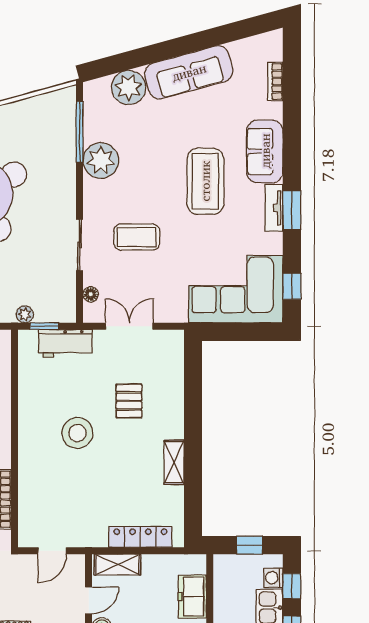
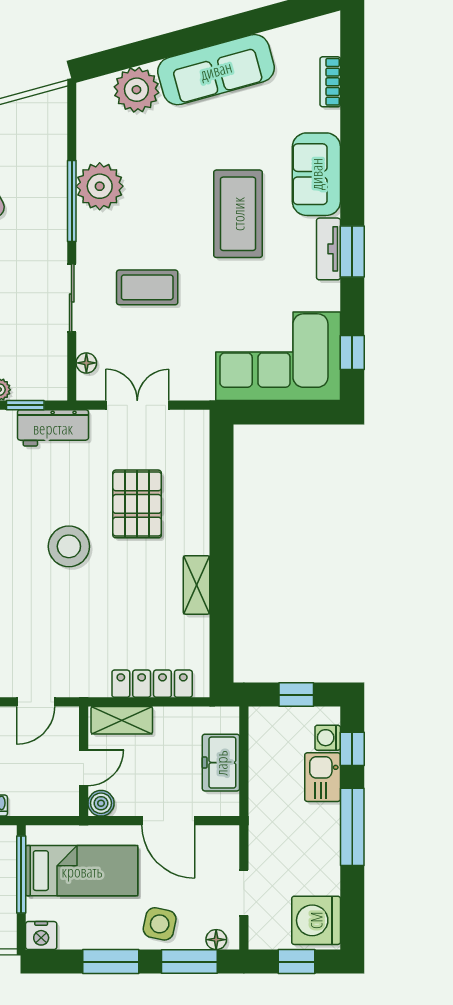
window: (80, 132) -> (72, 201), moved
pallet: (129, 401) -> (137, 504), width x1.50, depth x1.42

